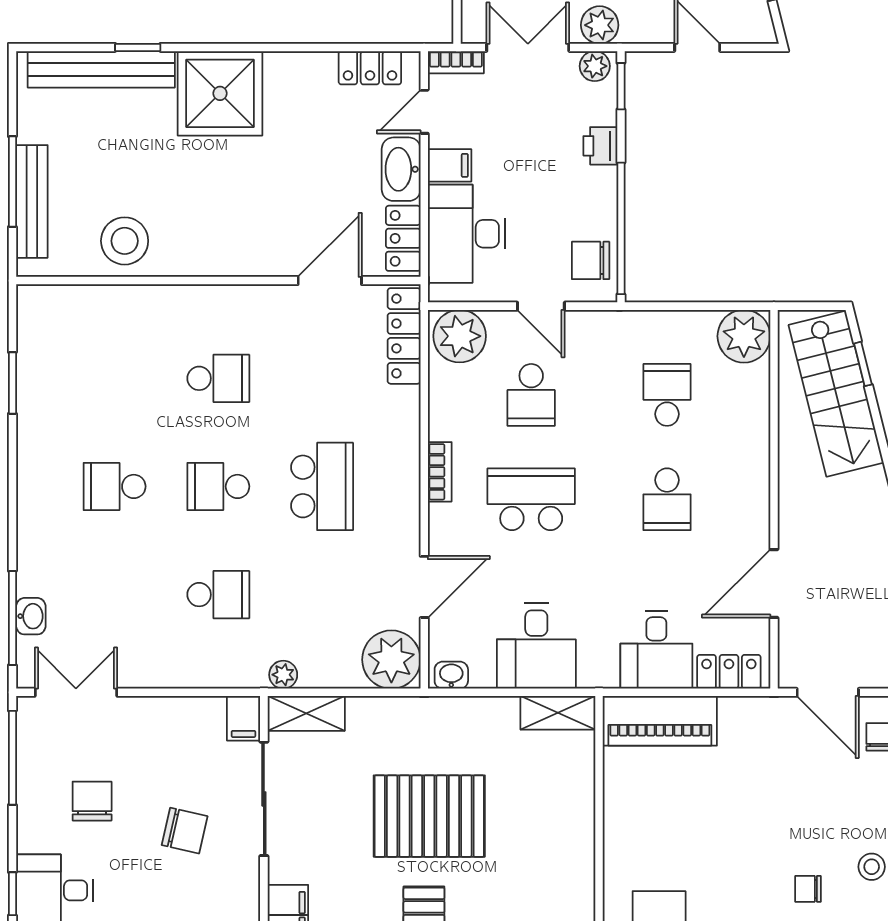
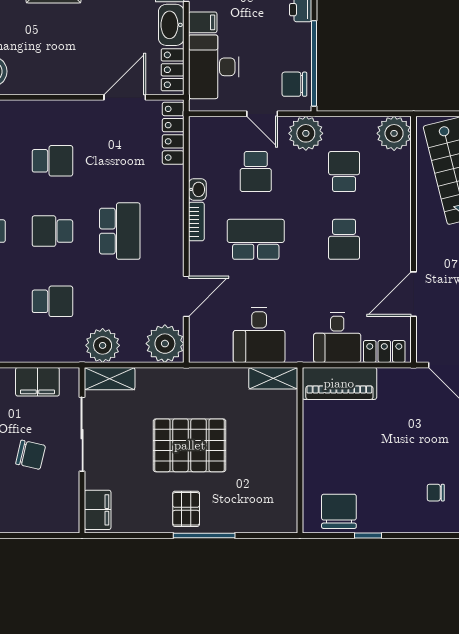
plant: (460, 336) -> (306, 133), moved
plant: (283, 675) -> (103, 345), width x1.88, depth x1.88
washbasin: (451, 675) -> (197, 189), moved, turned 90
filing cabinet: (243, 718) -> (37, 382), moved, width x2.00

